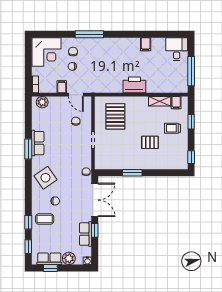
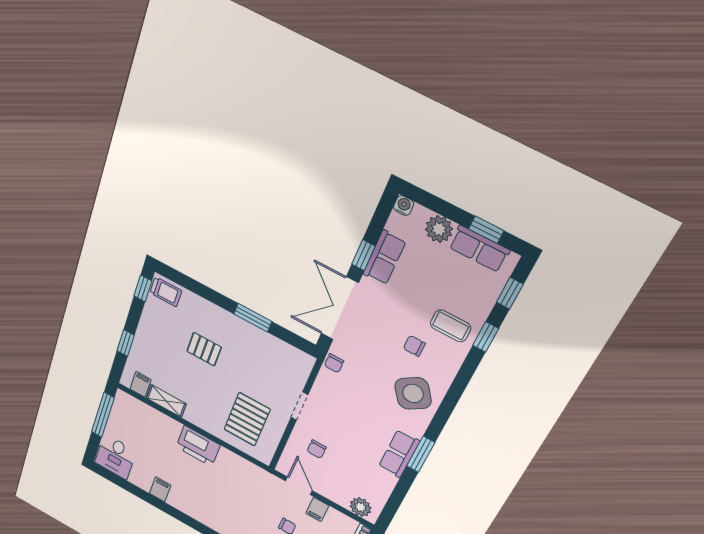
trolley: (172, 128) -> (166, 292), moved

